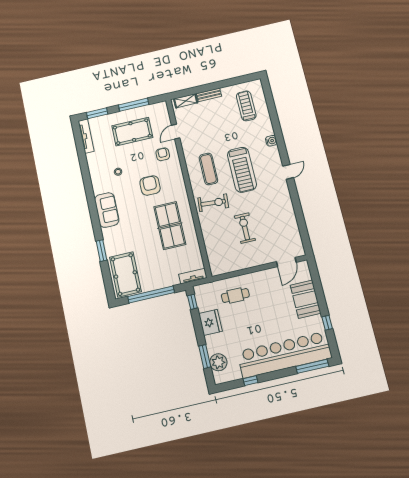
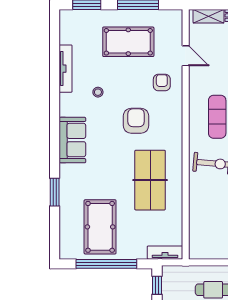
door: (176, 132) -> (186, 56), swing flipped
tv unit: (86, 136) -> (66, 69), moved
pool table: (125, 274) -> (100, 227), moved

